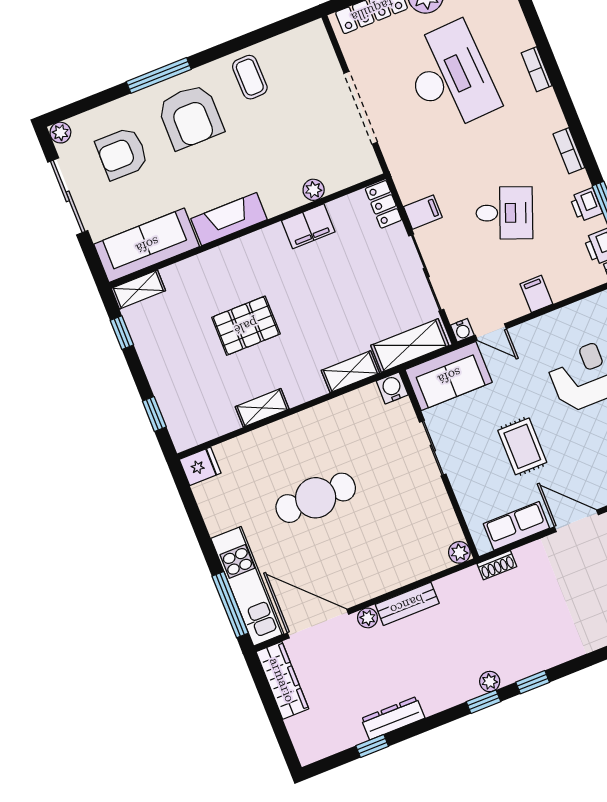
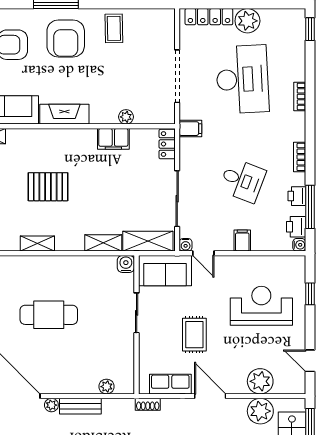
filing cabinet: (423, 212) -> (190, 129), moved
plant: (459, 552) -> (106, 387), moved

